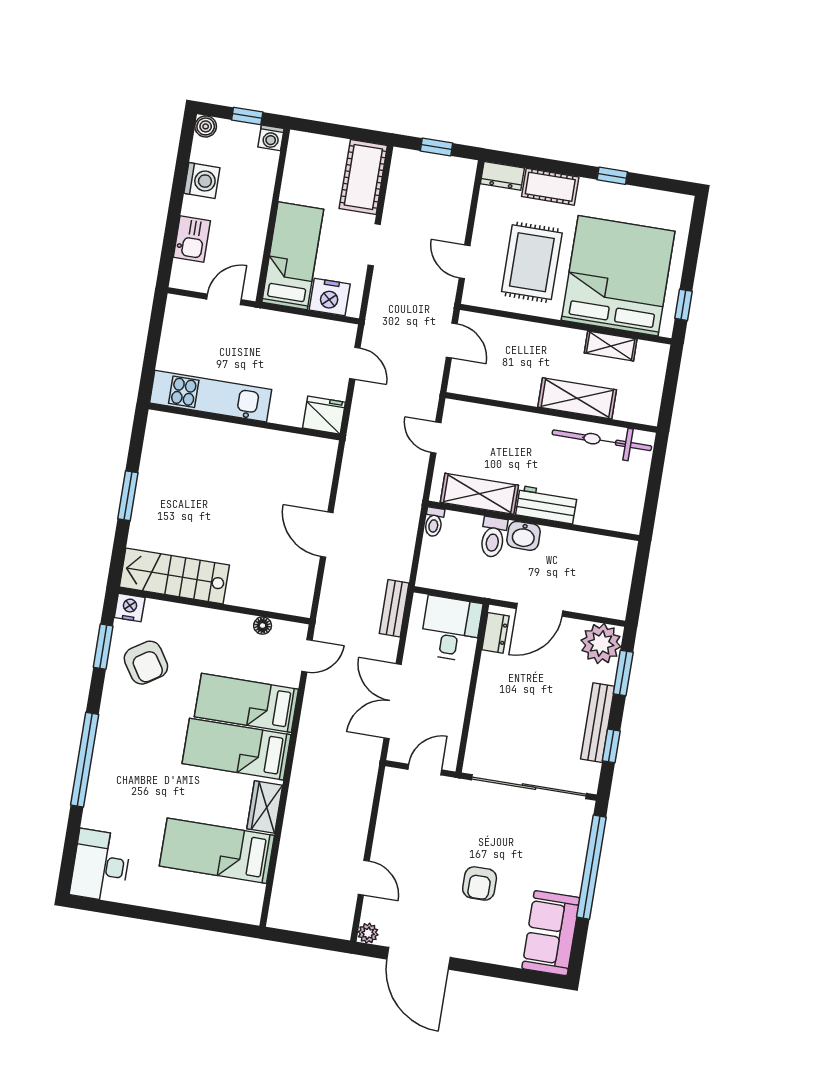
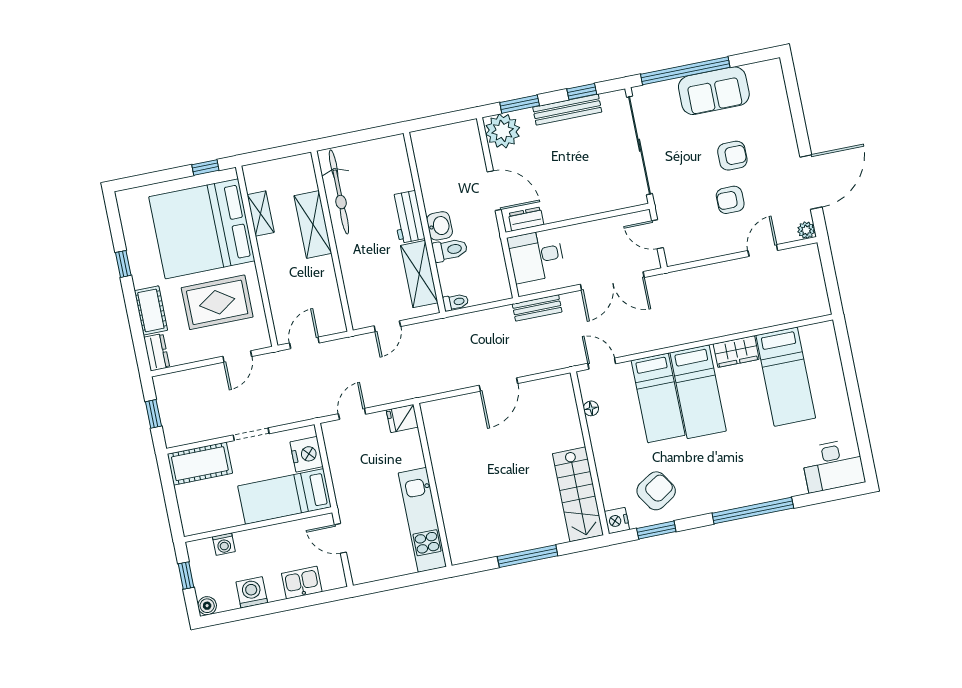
washing machine: (271, 138) -> (224, 544), moved, turned 90
fridge: (324, 415) -> (402, 418), width x0.72
window: (128, 496) -> (528, 556), width x1.44
armchair: (432, 863) -> (730, 200), added
sofa: (551, 933) -> (714, 91), moved

